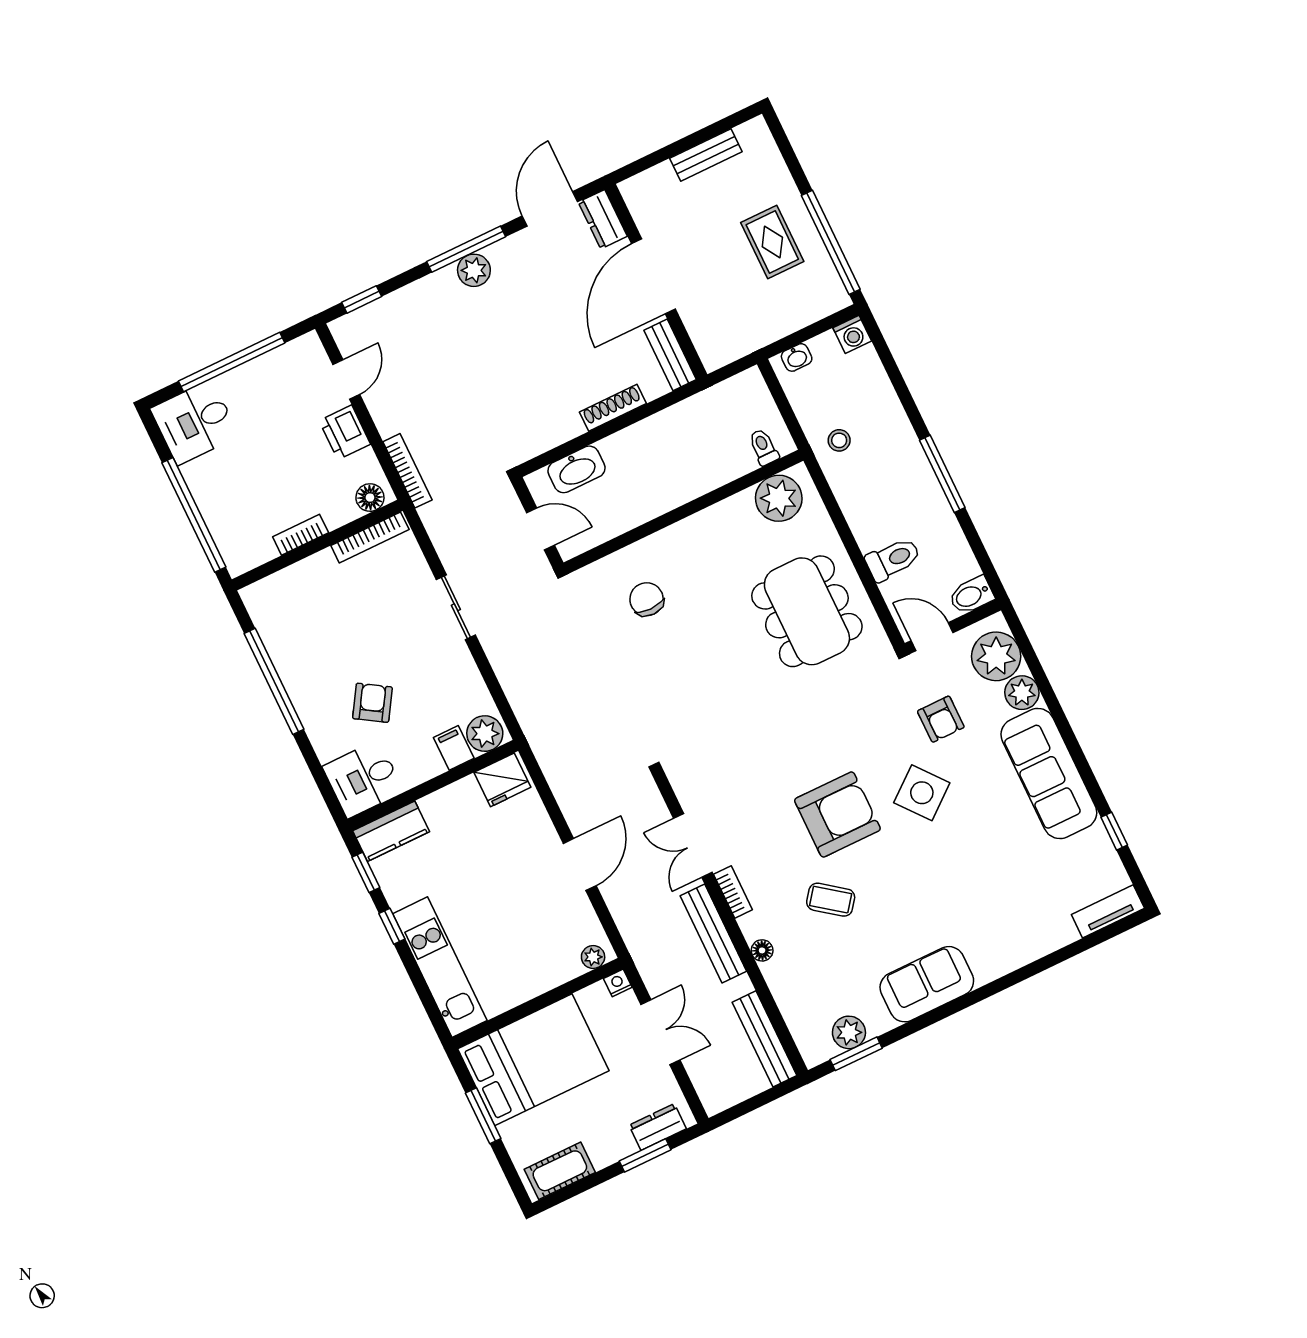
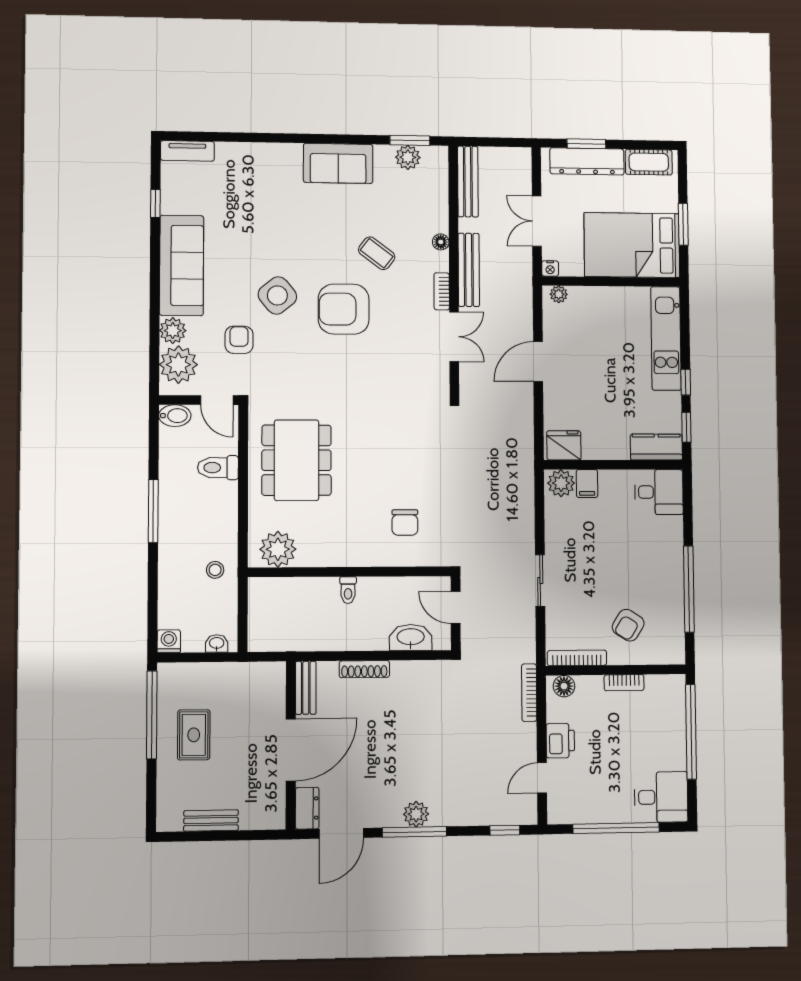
toilet: (764, 447) -> (348, 590), moved
armchair: (372, 703) -> (628, 625), moved
dresser: (658, 1127) -> (587, 161), width x1.96, depth x1.24

